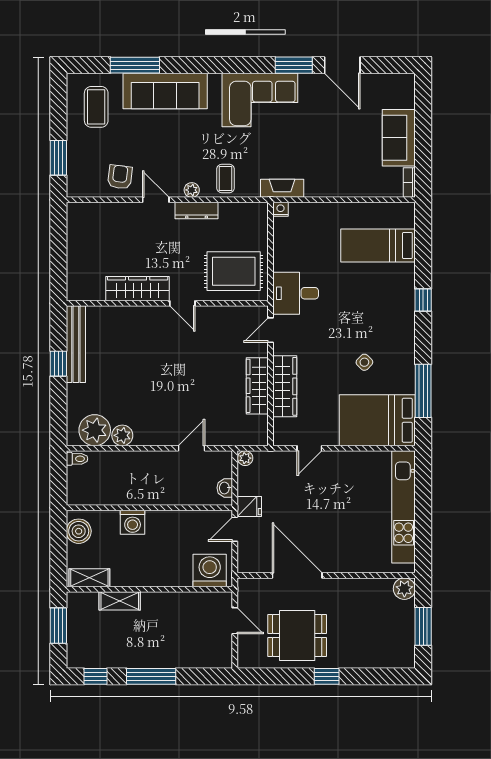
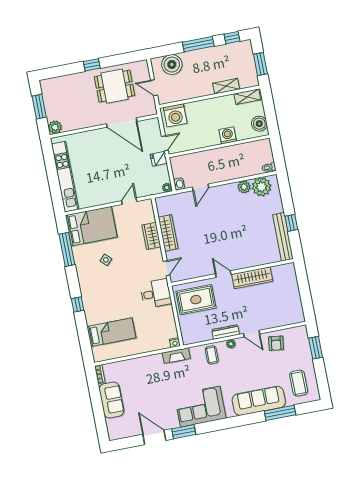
wardrobe: (285, 386) -> (151, 236), width x0.67
washbasin: (225, 488) -> (179, 184), moved
boiler: (199, 652) -> (172, 65), added

